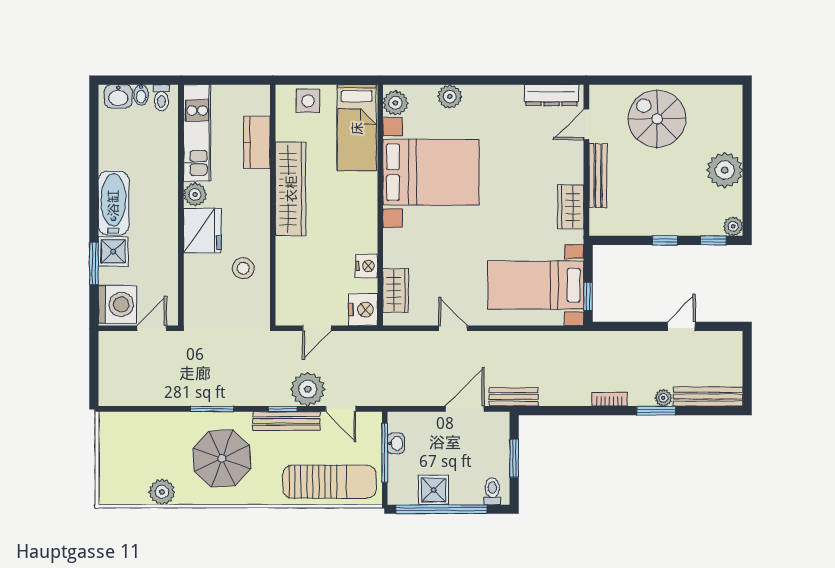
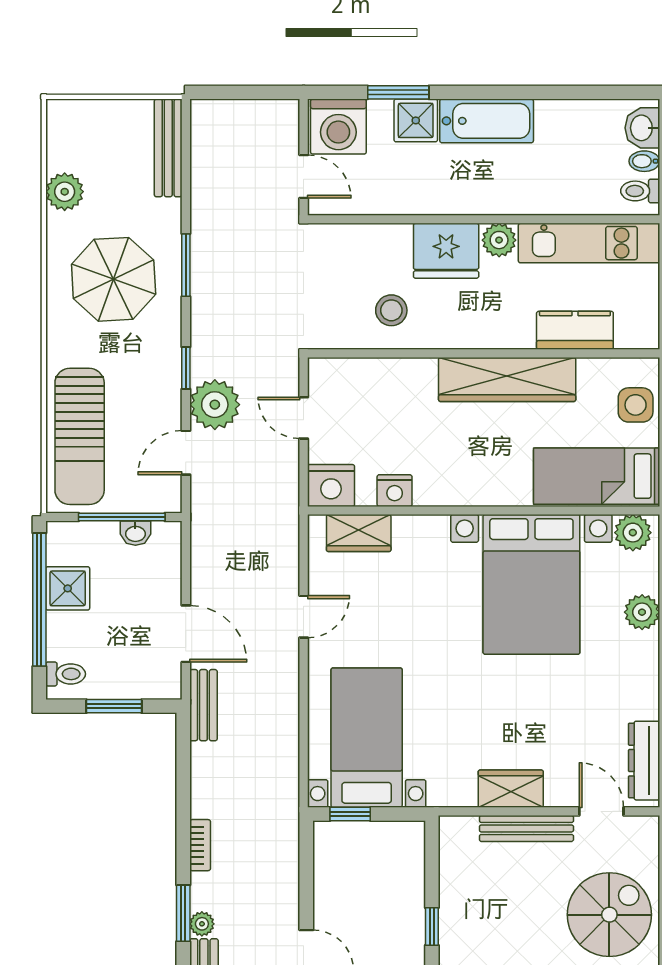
wardrobe: (571, 207) -> (511, 789), moved
bench: (286, 421) -> (168, 148), moved

